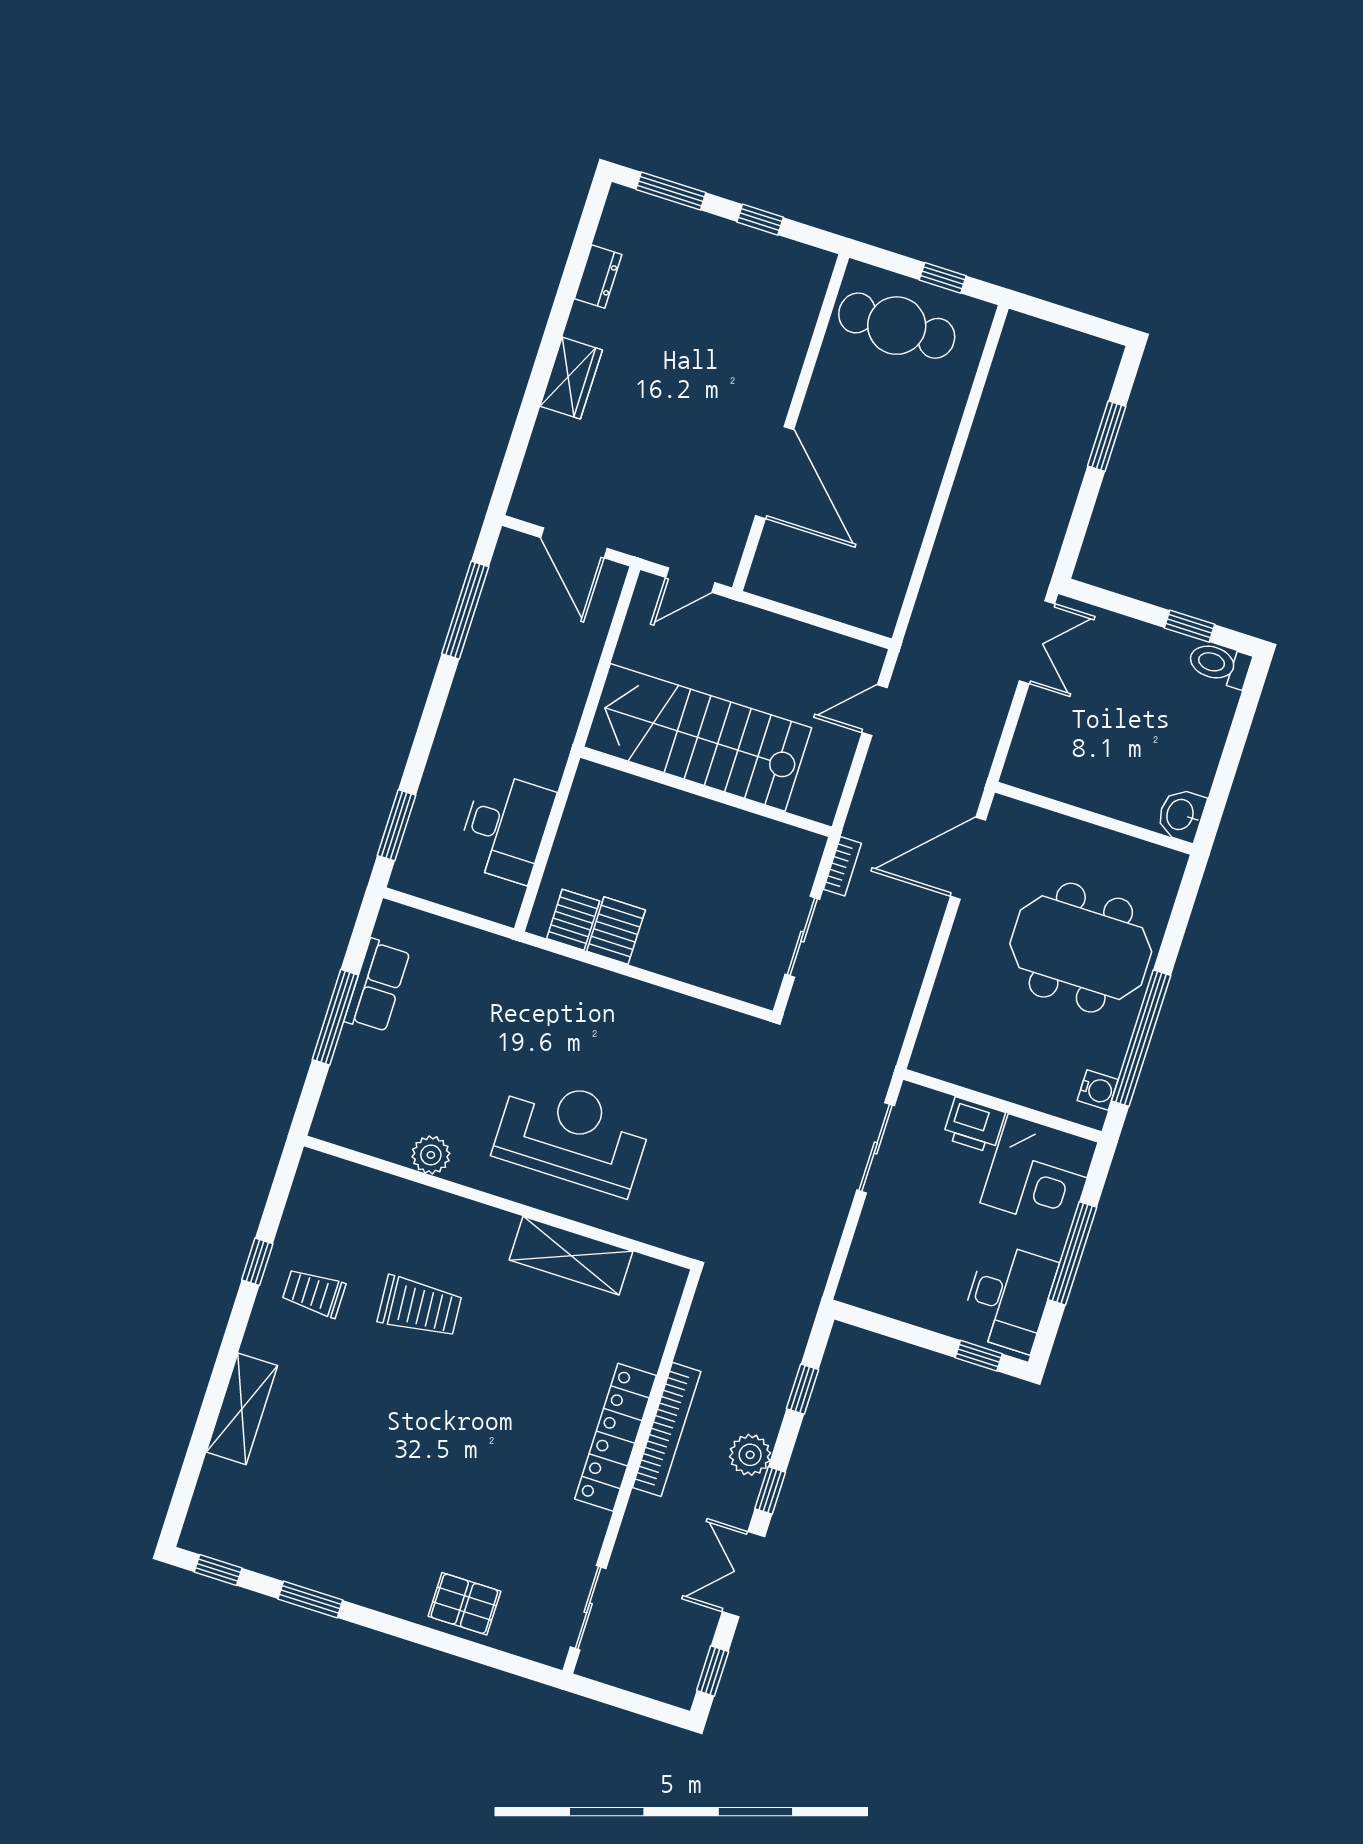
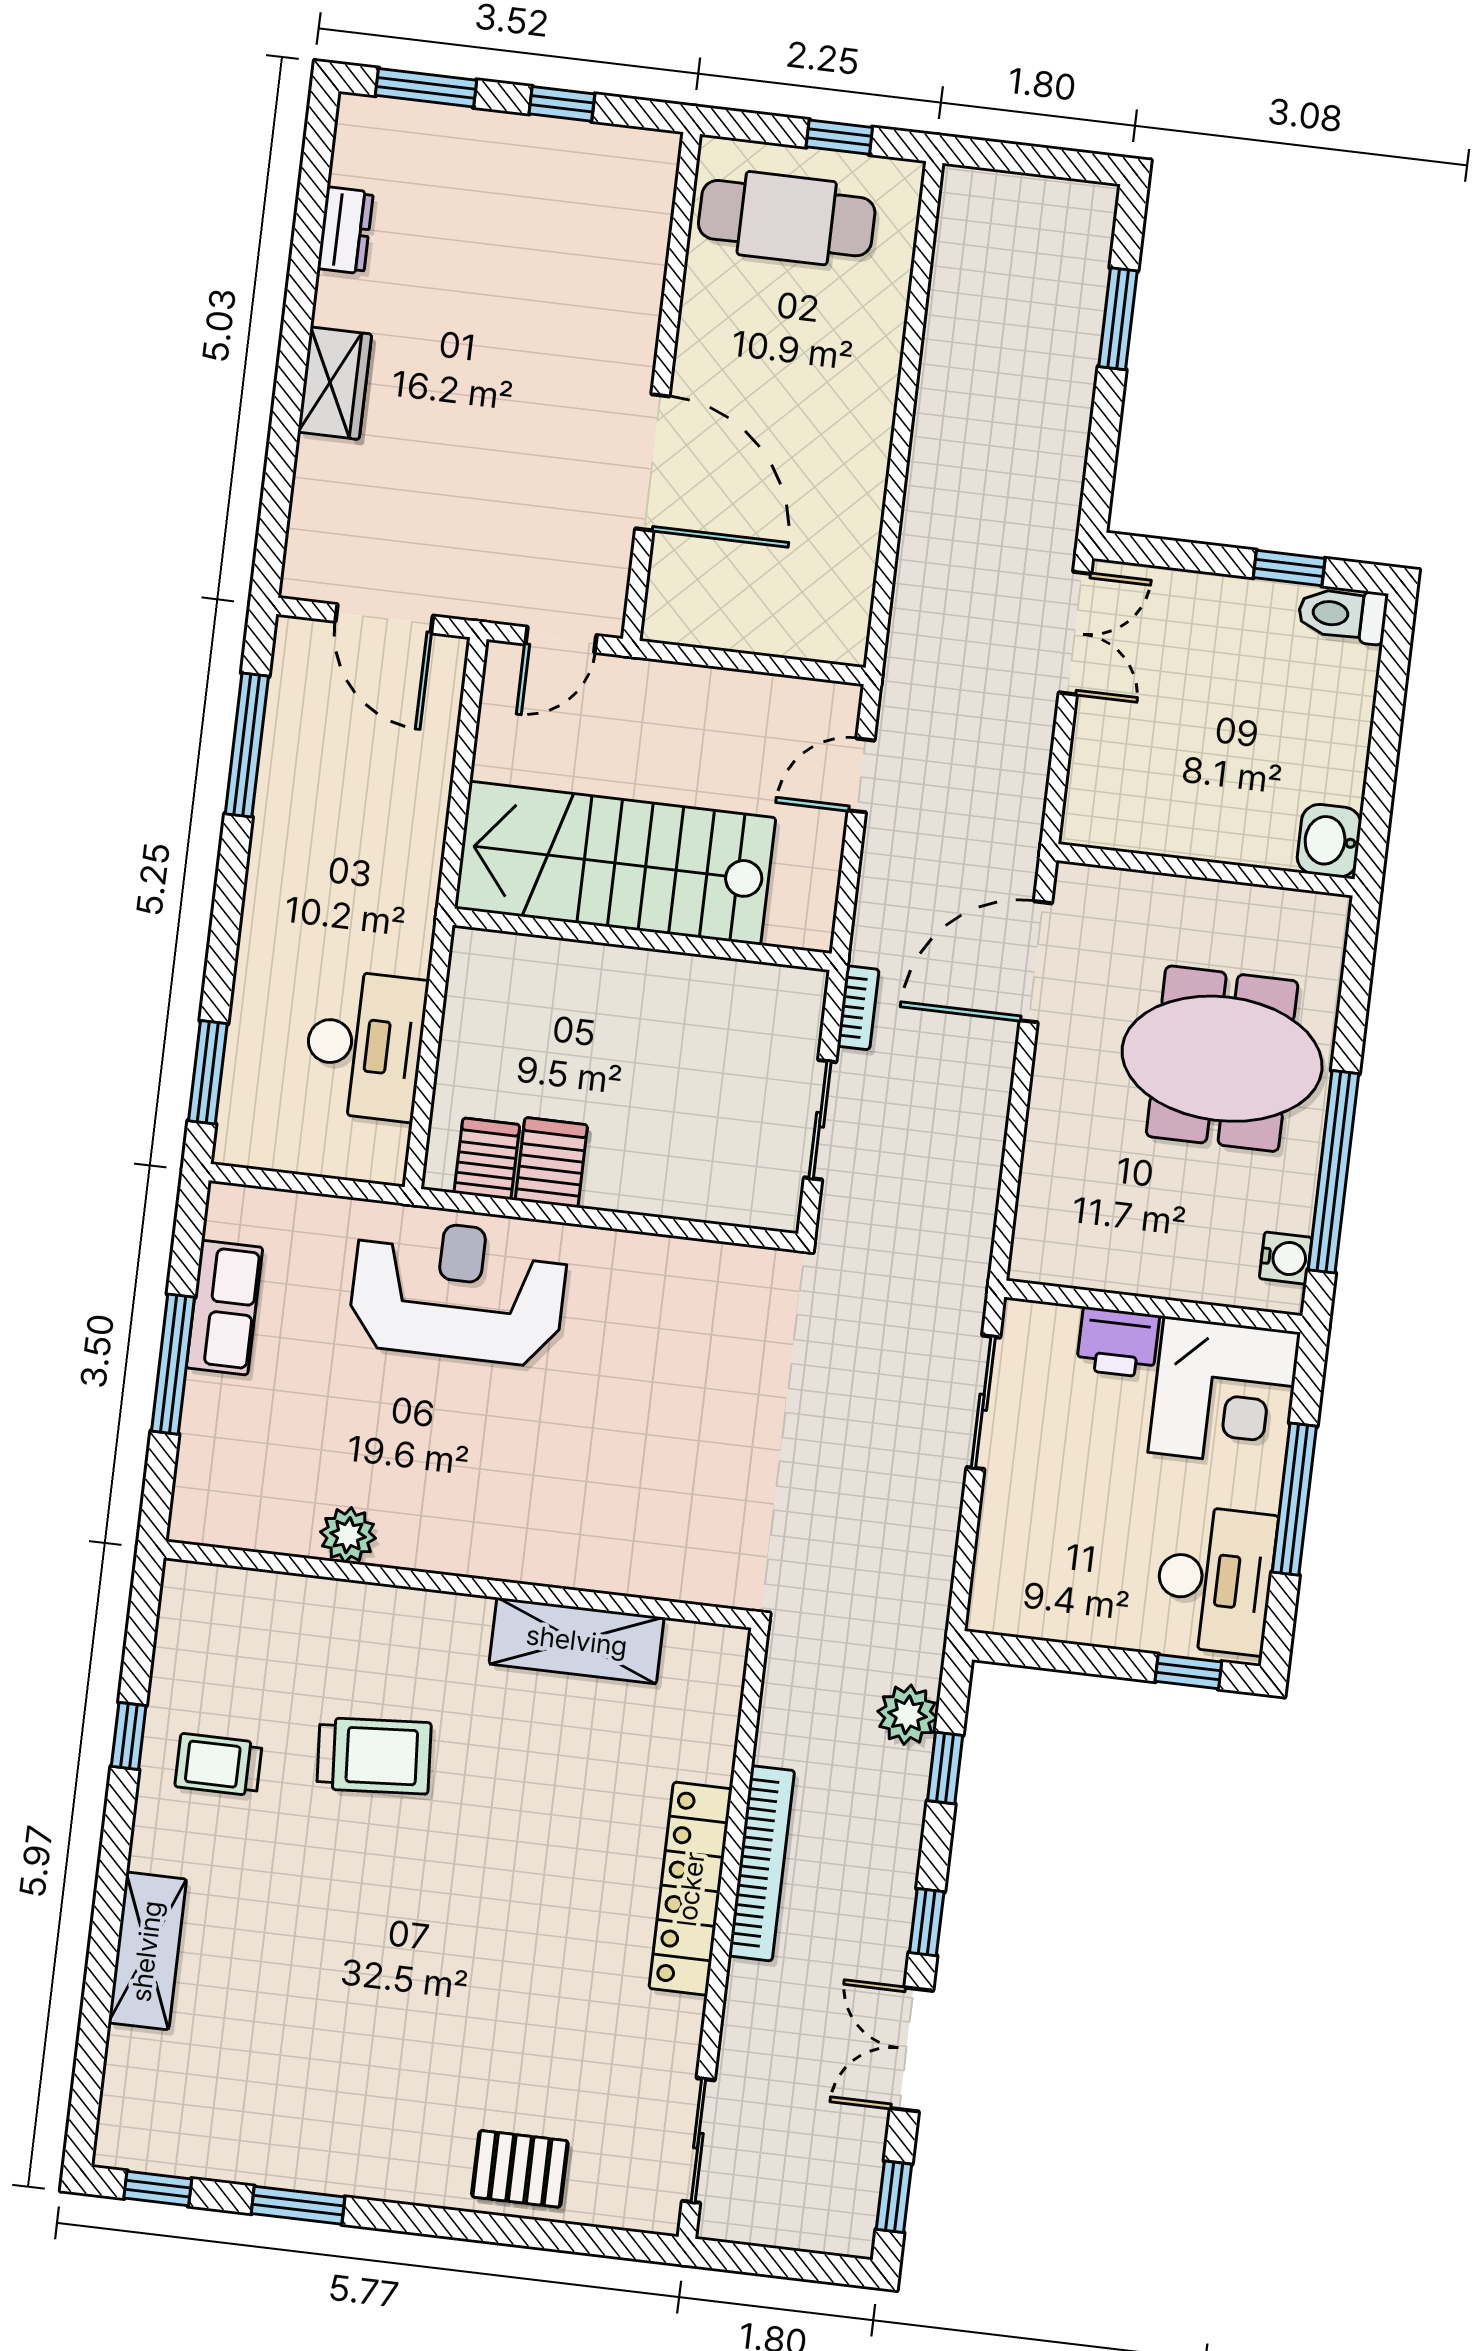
reception desk: (573, 1135) -> (458, 1291), moved
plant: (750, 1455) -> (907, 1715), moved

